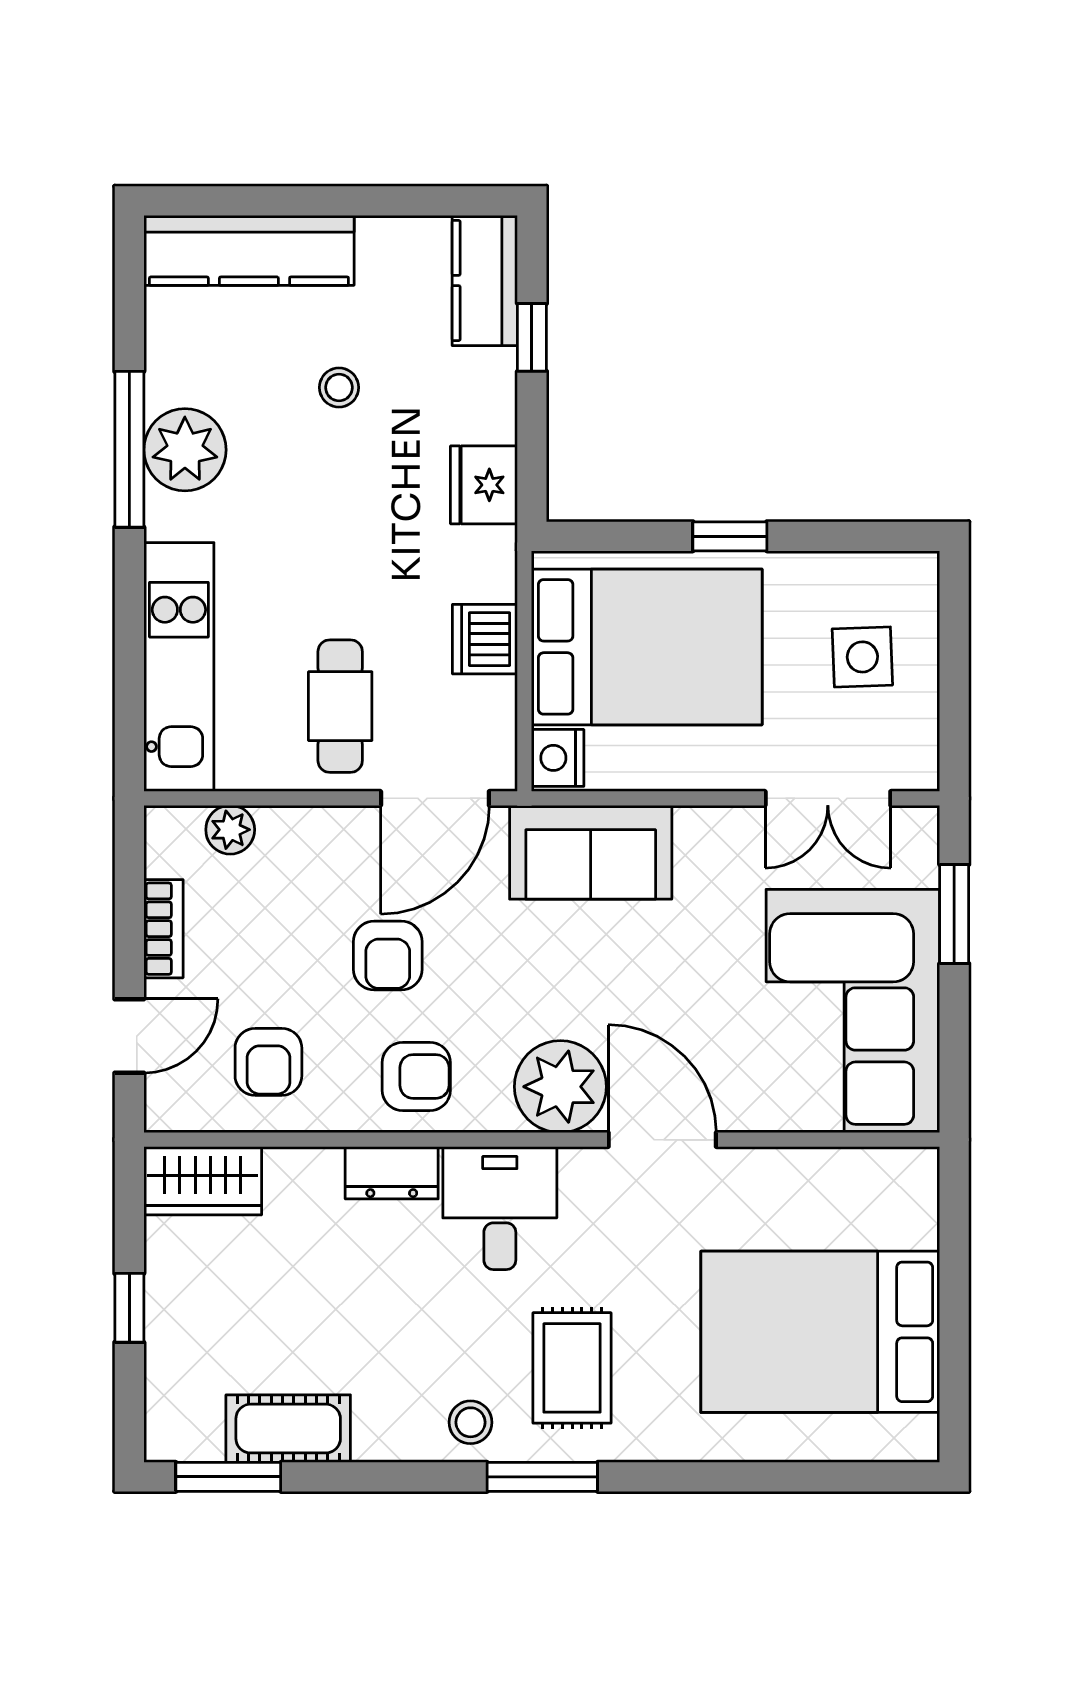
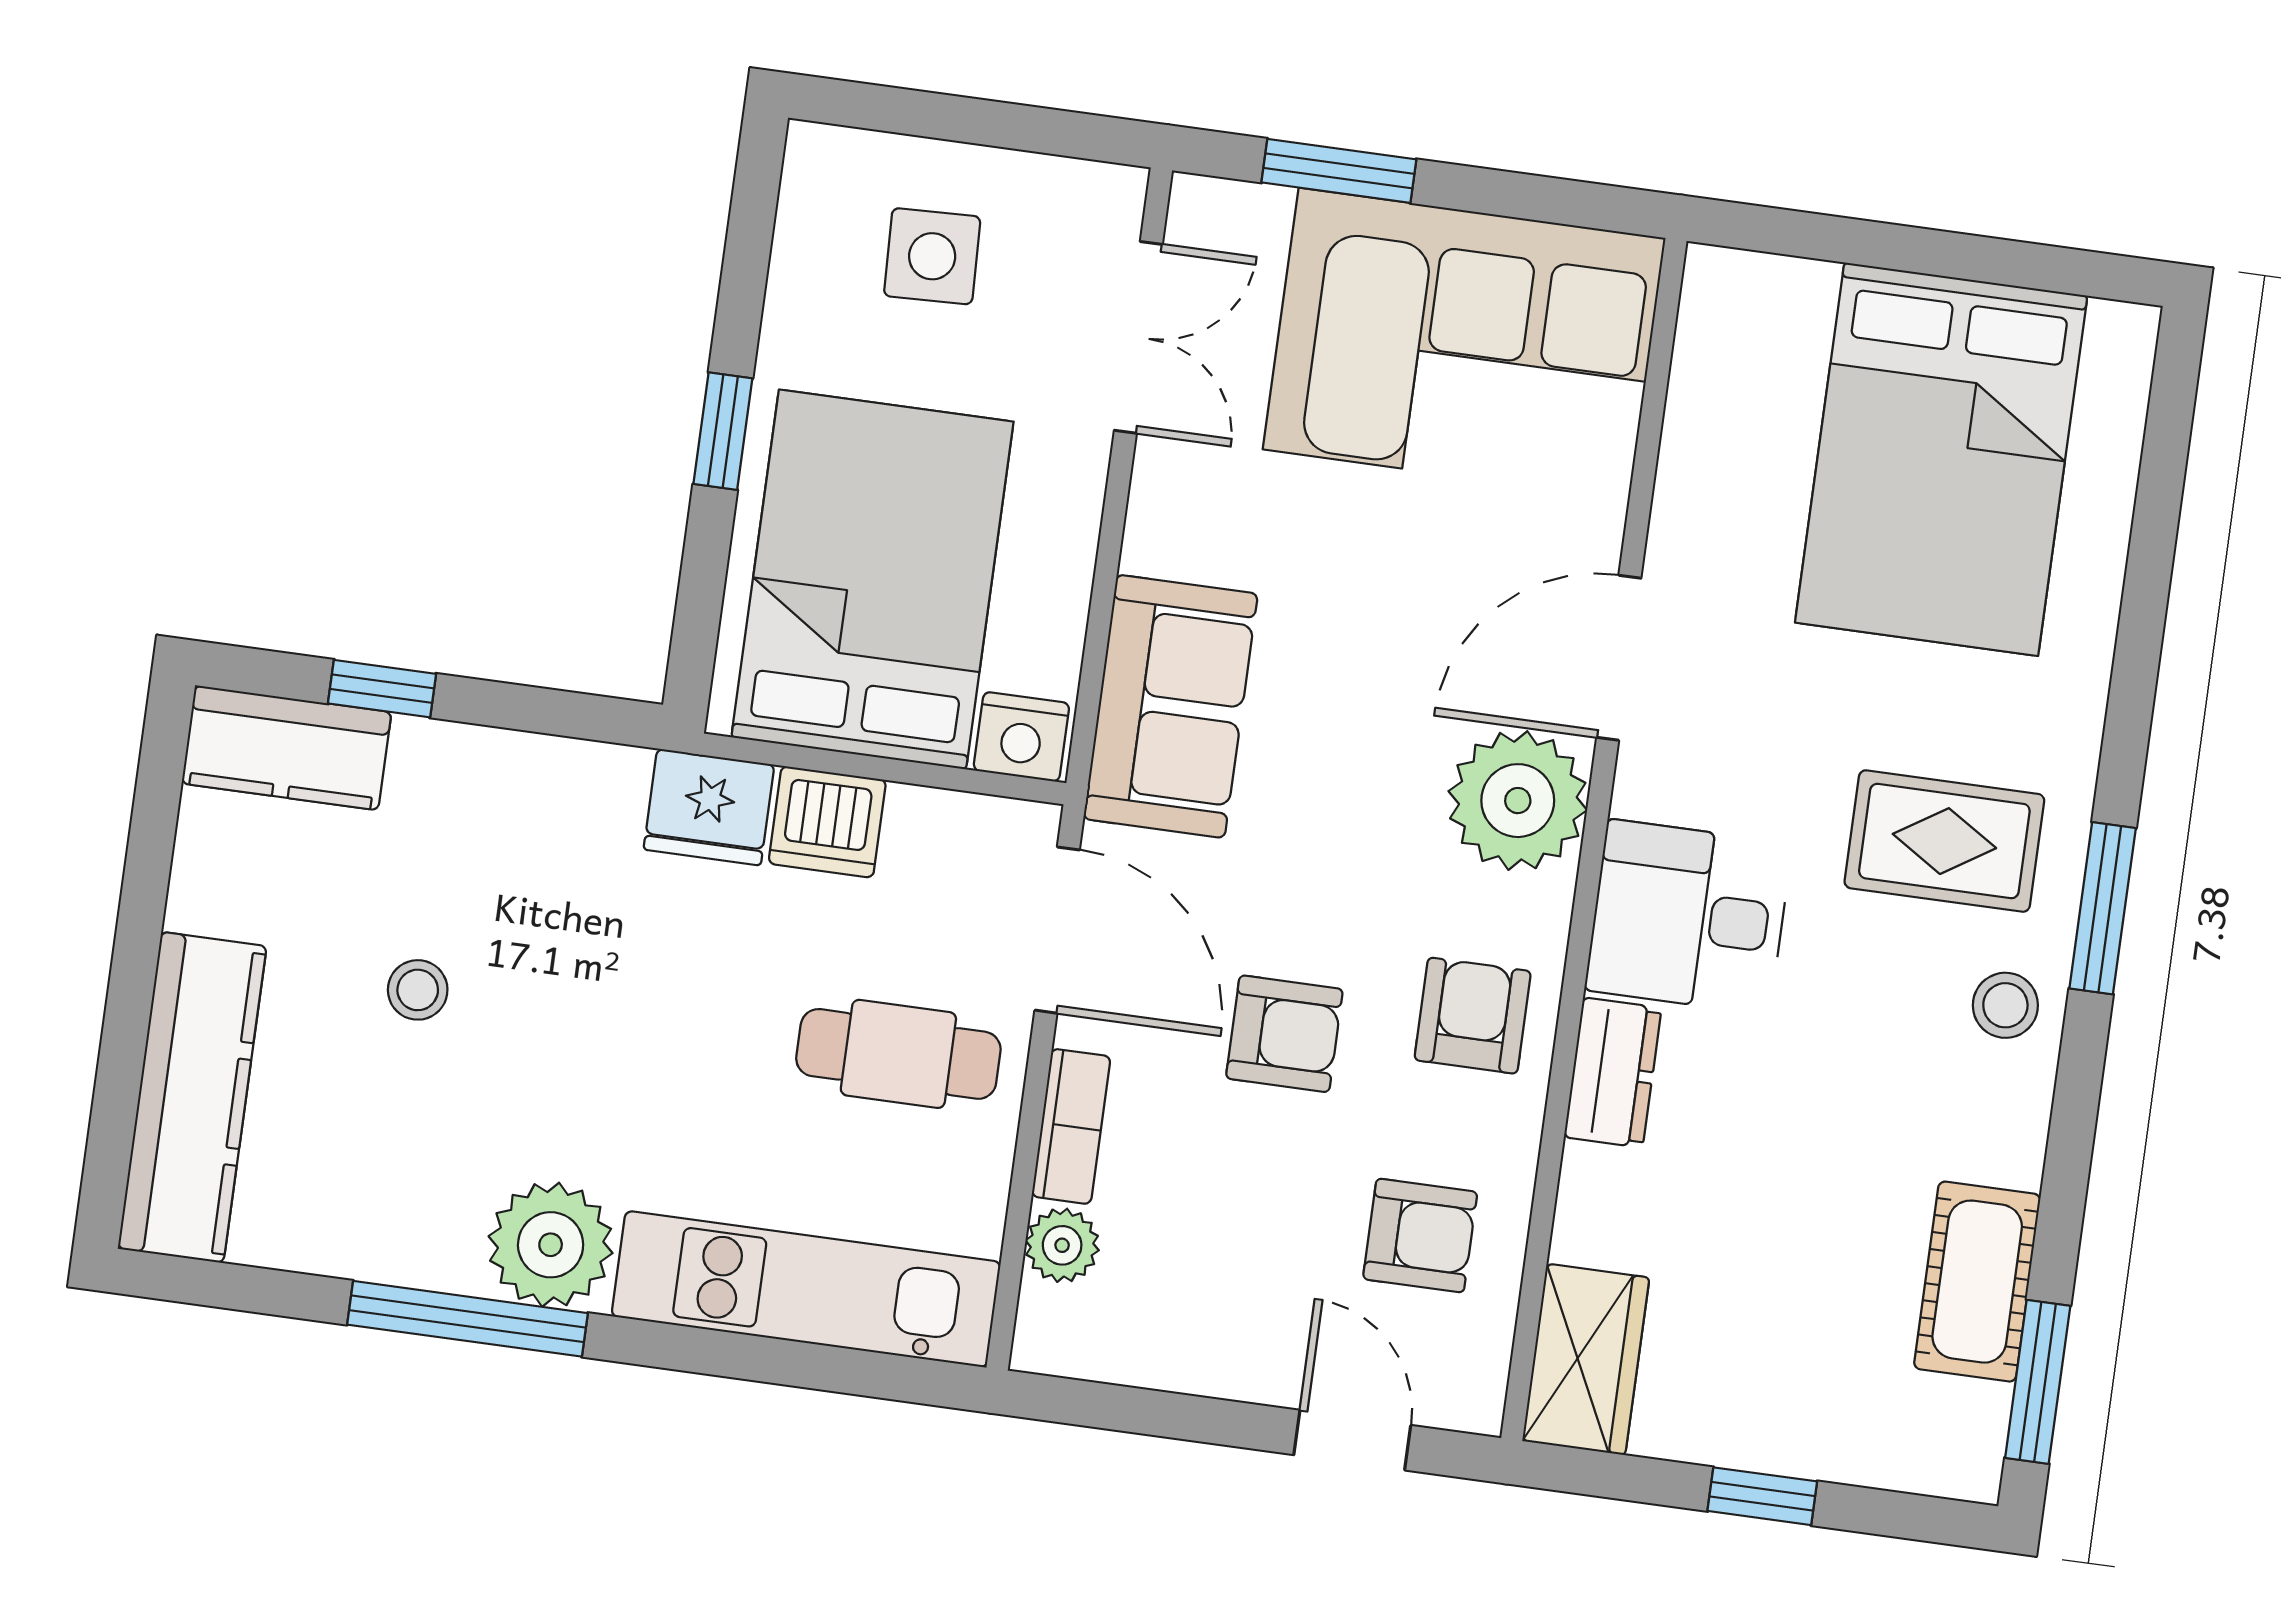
plant: (185, 450) -> (551, 1245), moved
fridge: (484, 485) -> (709, 807), moved
bookcase: (163, 929) -> (1071, 1126), moved, turned 90

